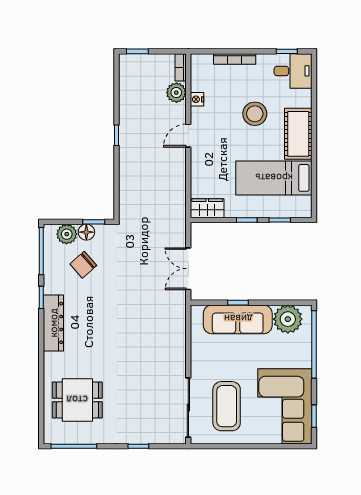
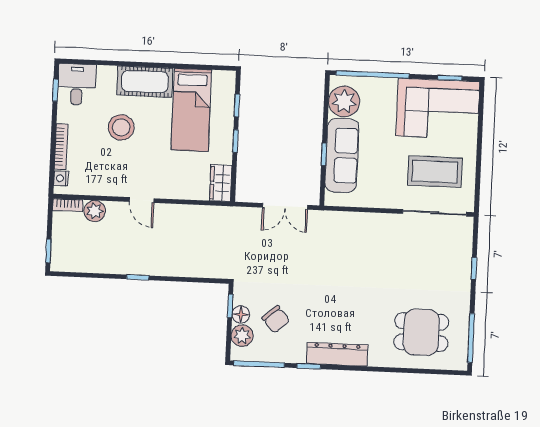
nightstand: (197, 99) -> (61, 178), moved, turned 90
dining table: (77, 400) -> (421, 332), turned 90

